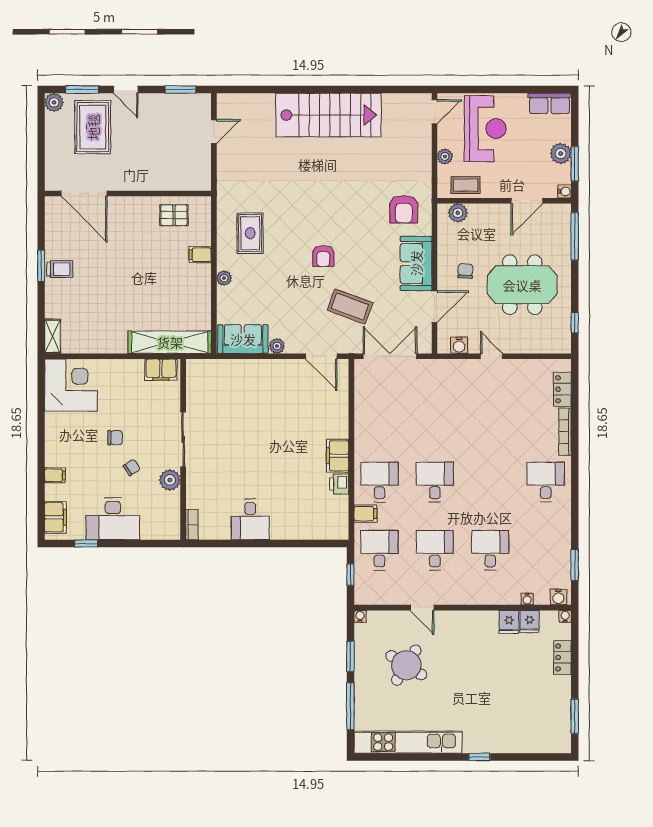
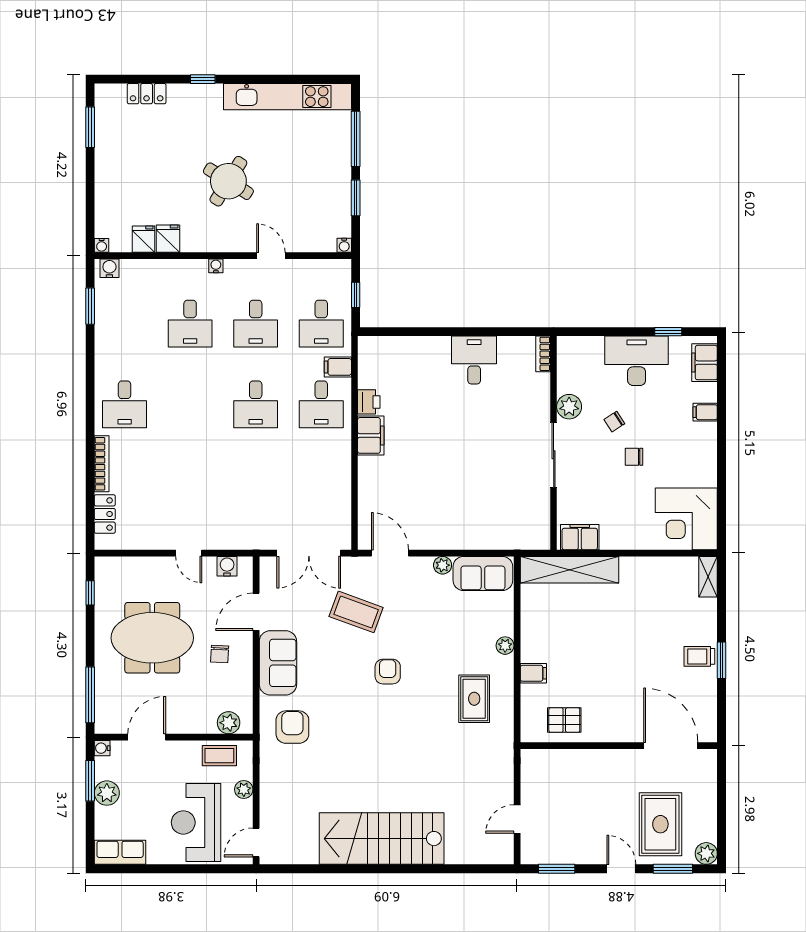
water cooler: (527, 599) -> (216, 266), moved
locker: (562, 657) -> (147, 94), moved, turned 90
round table: (406, 665) -> (228, 181), moved

